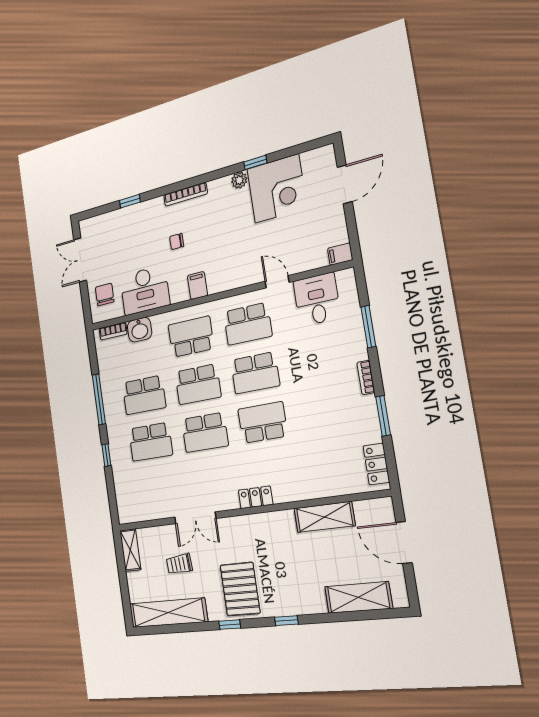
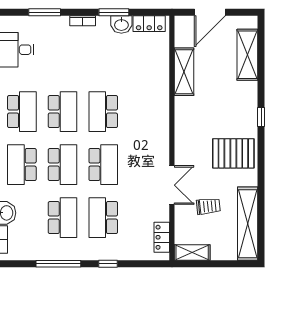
washbasin: (369, 428) -> (121, 24), added
school desk: (151, 442) -> (103, 218), turned 180
locker: (255, 497) -> (162, 237), moved
trolley: (179, 564) -> (208, 206), turned -92
window: (230, 625) -> (261, 168), removed

